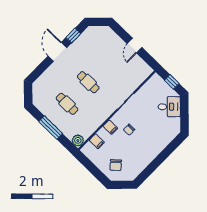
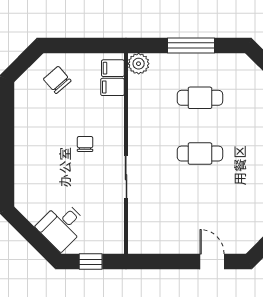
door: (135, 45) -> (212, 262), moved
filing cabinet: (110, 127) -> (113, 68), moved

